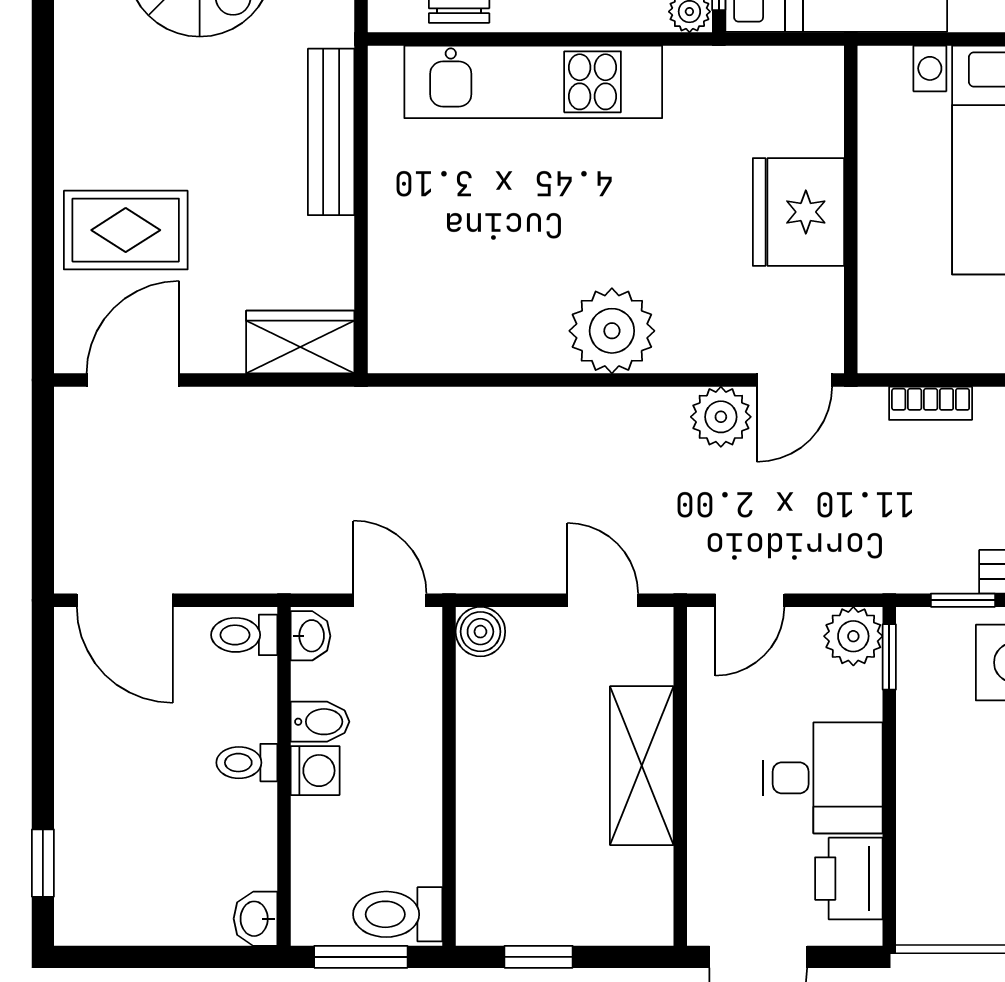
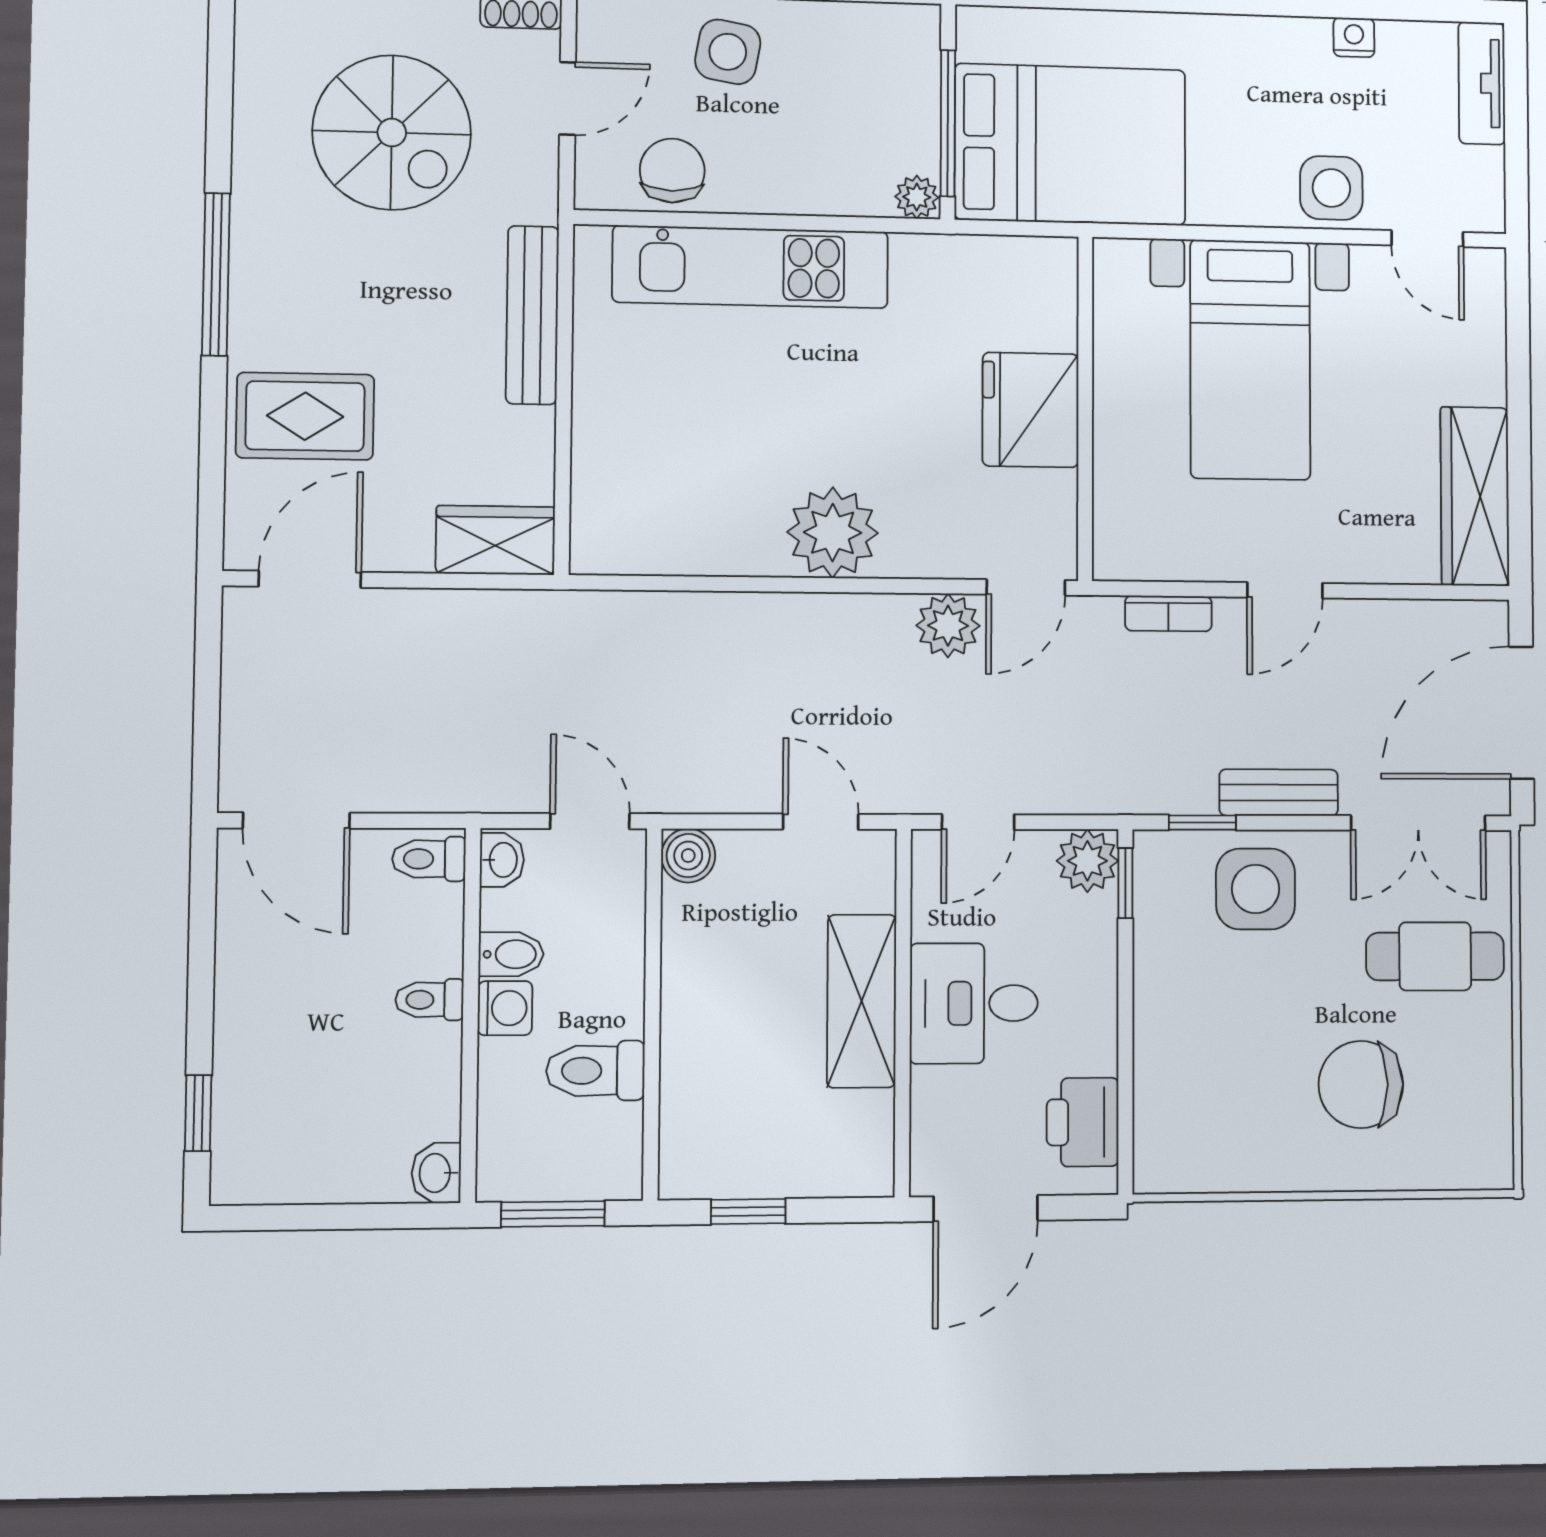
window: (43, 101) -> (216, 274), added
desk: (823, 778) -> (974, 1003), moved, turned 180
toilet: (398, 914) -> (595, 1071), moved

